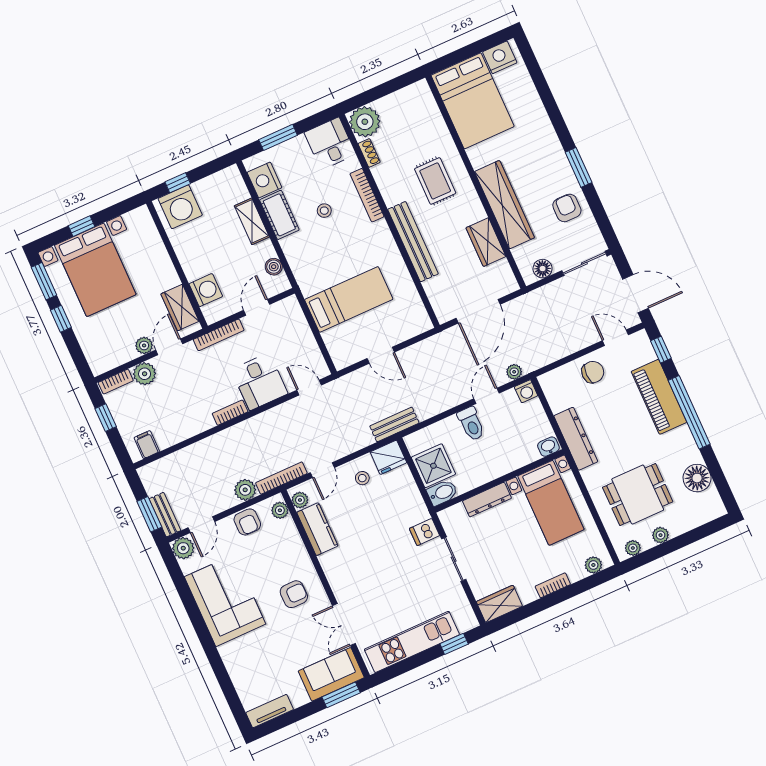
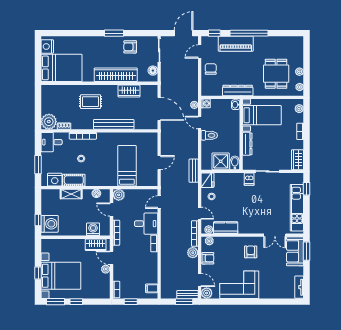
plant: (145, 374) -> (119, 195), moved
floor lamp: (697, 478) -> (281, 43), removed

